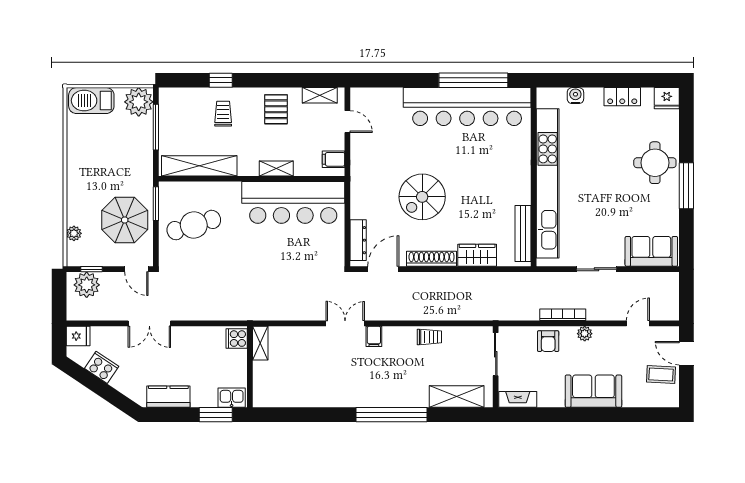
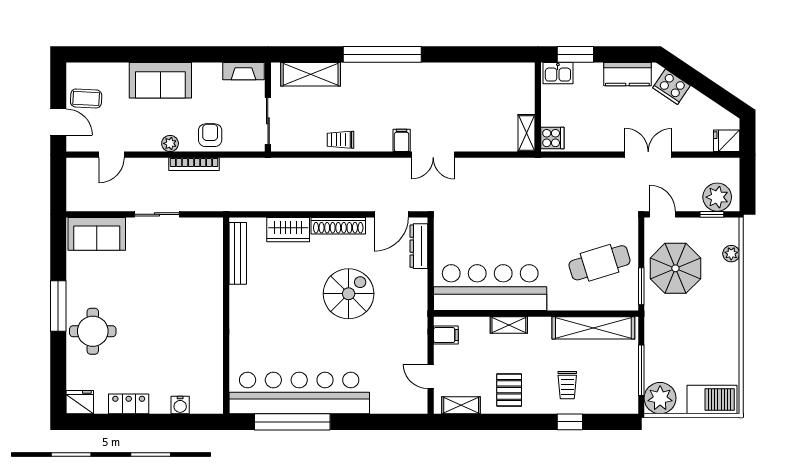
kitchen unit: (548, 183) -> (211, 309), removed
cooker: (102, 367) -> (672, 87), moved

